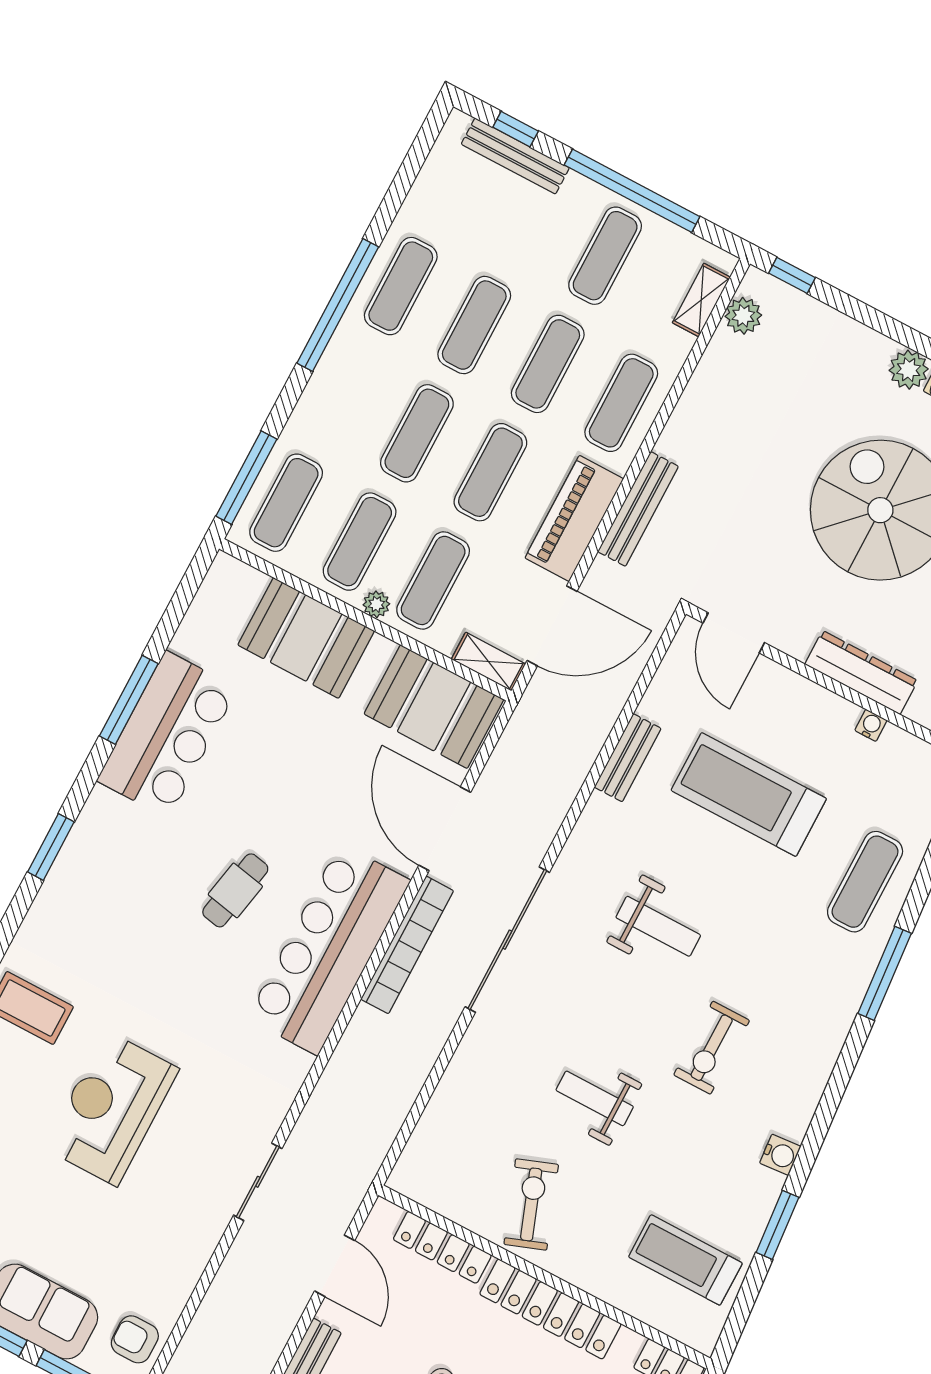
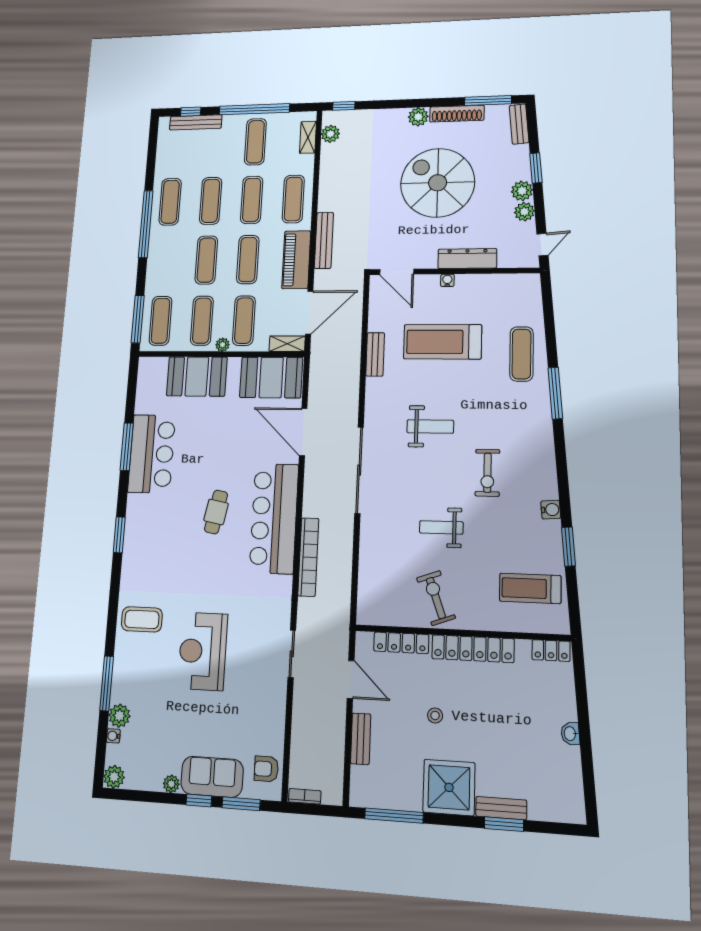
water cooler: (871, 725) -> (447, 280), moved
bookcase: (407, 945) -> (308, 557), moved

